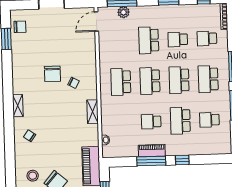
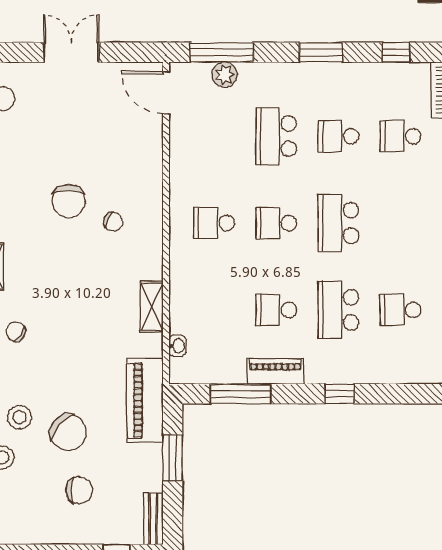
door: (96, 22) -> (166, 93), hinge flipped
school desk: (208, 79) -> (401, 223), removed
school desk: (150, 81) -> (276, 223), width x0.54
school desk: (121, 82) -> (214, 223), width x0.54
shelving: (93, 112) -> (152, 307), moved
window: (151, 161) -> (241, 394), moved

